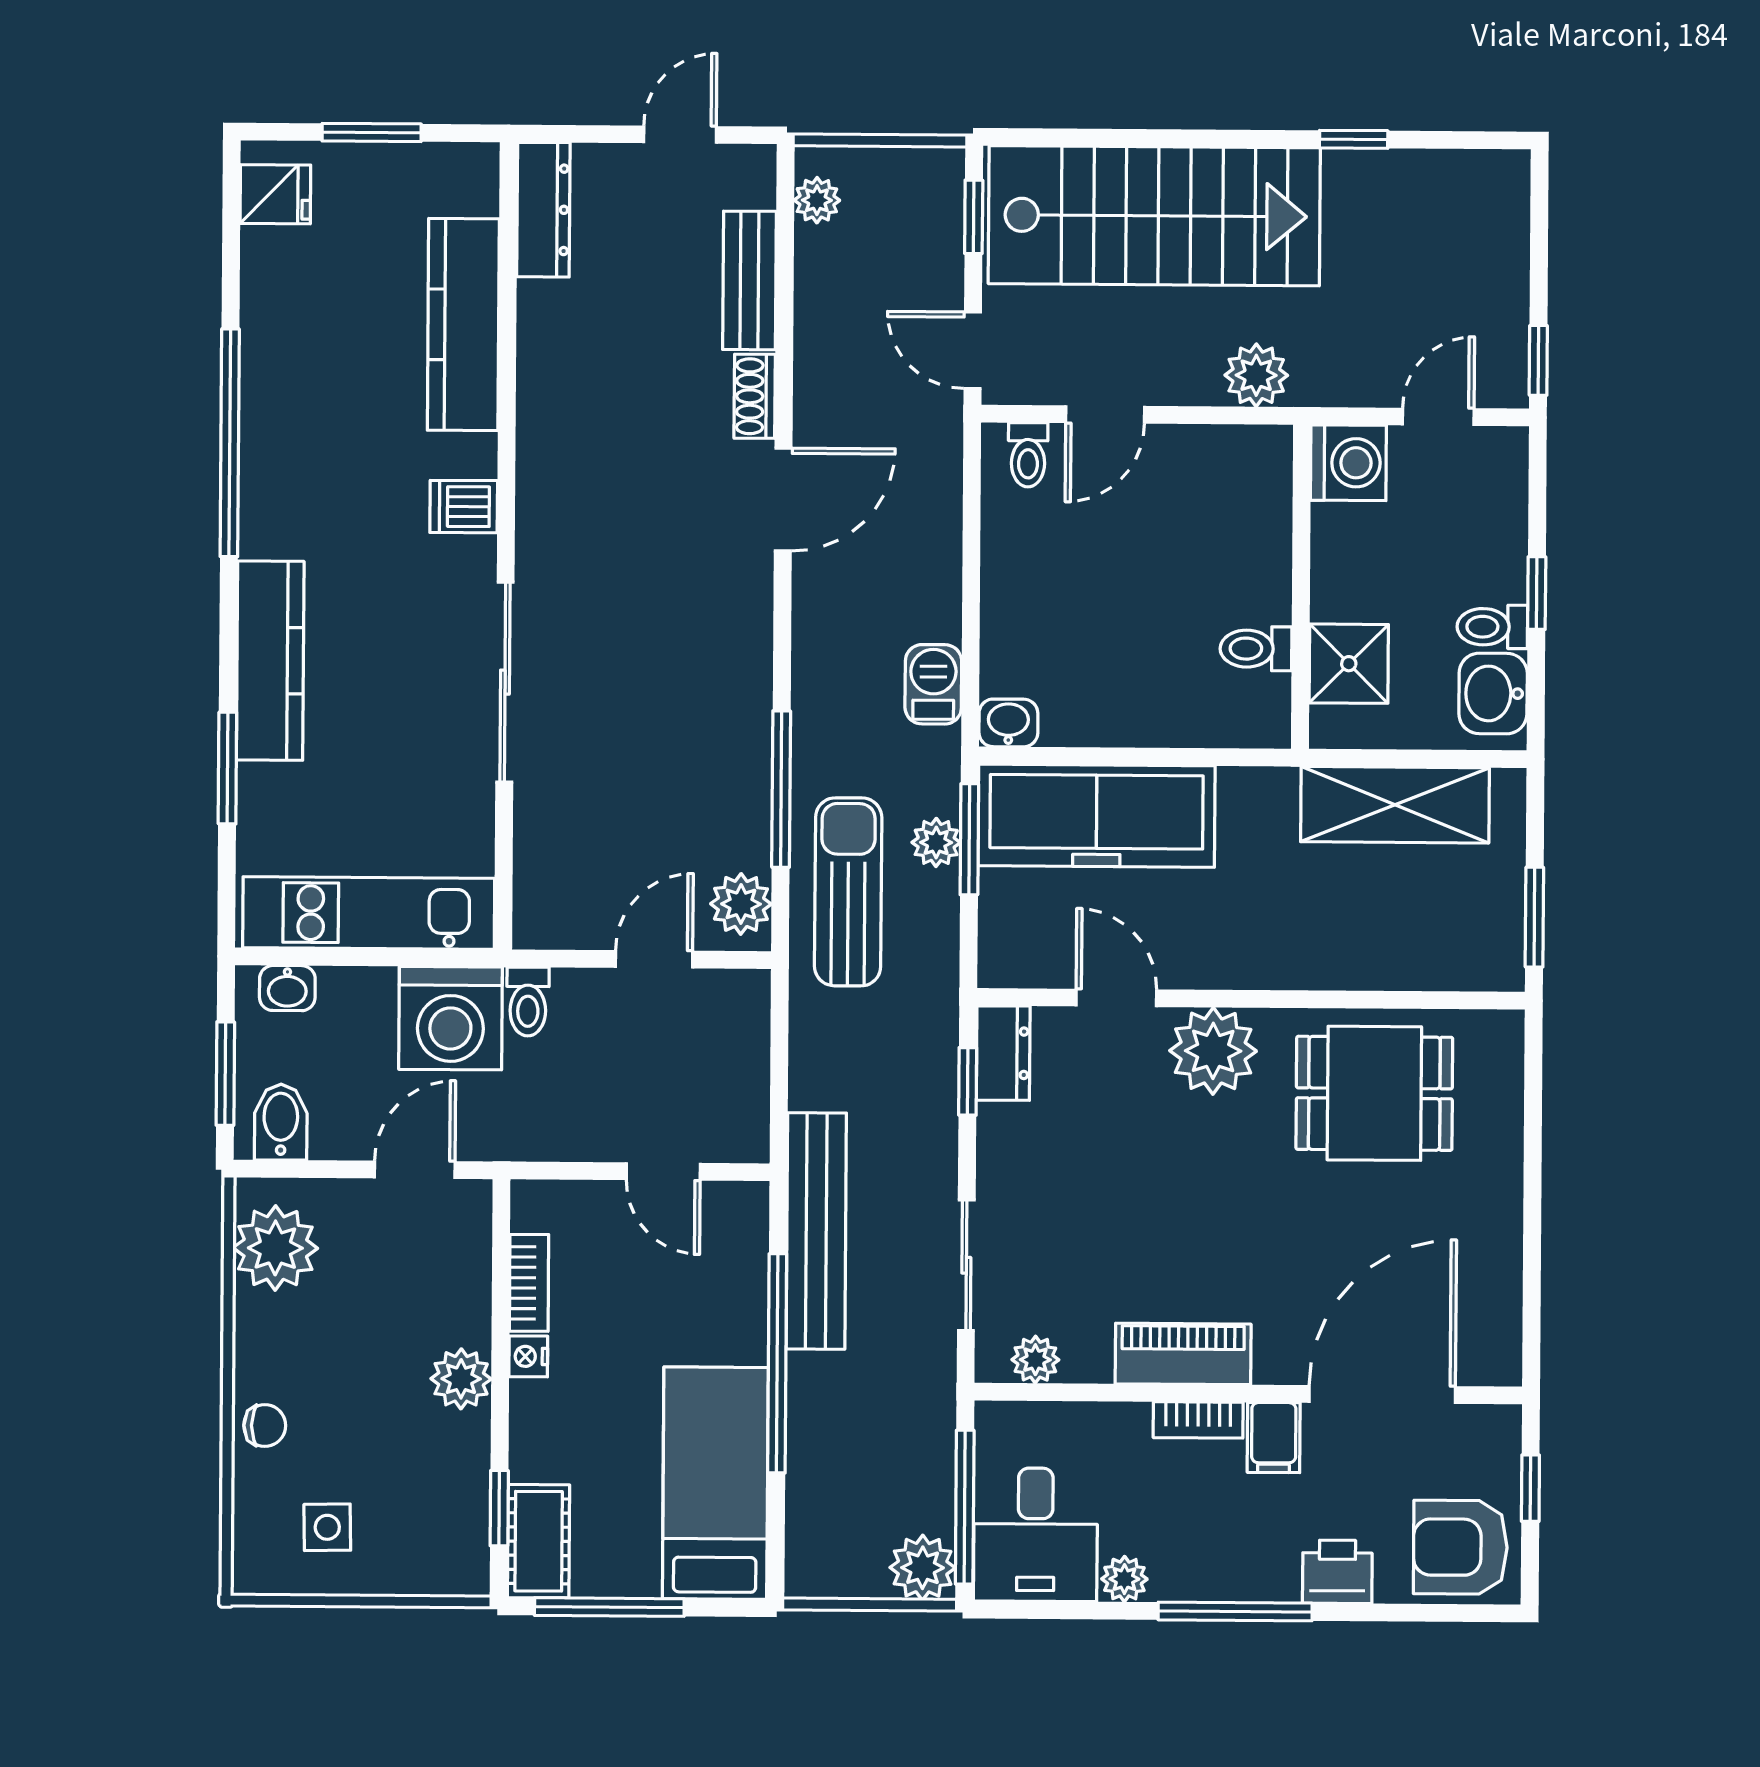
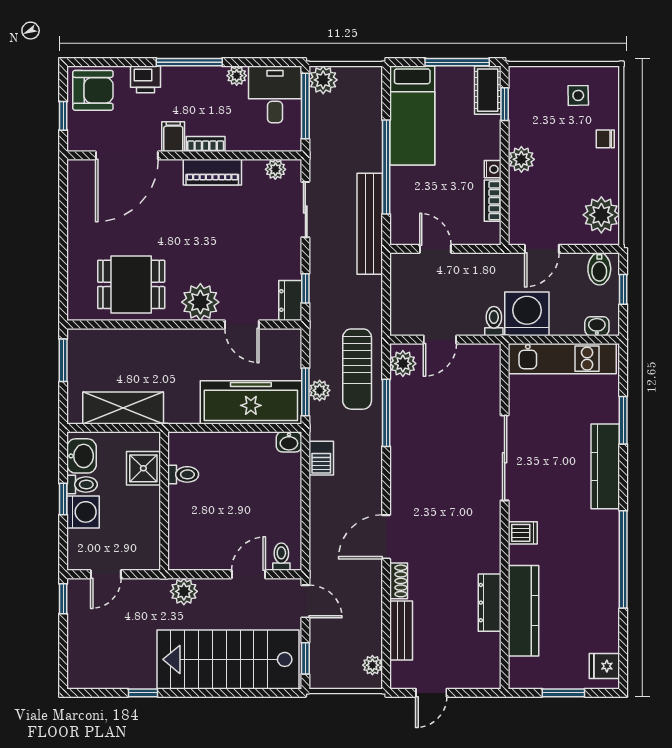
dresser: (543, 210) -> (490, 603), moved
washing machine: (1348, 463) -> (83, 512), moved, turned 180
window: (225, 1074) -> (623, 289), width x0.67

